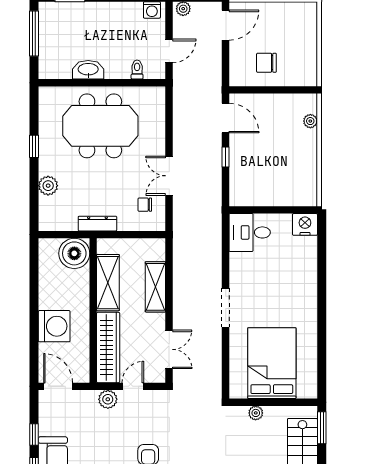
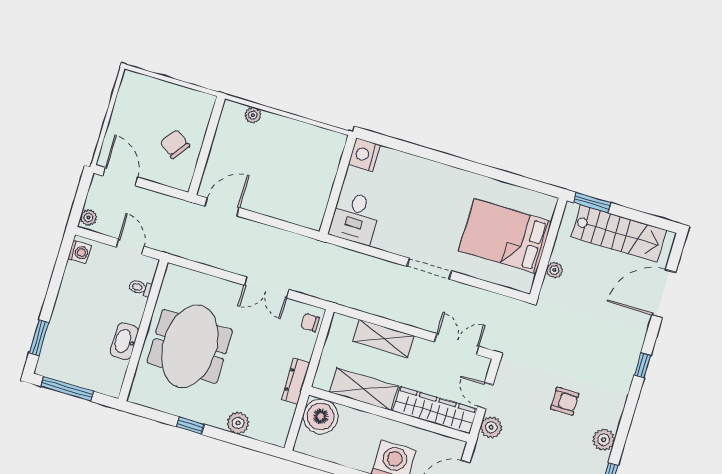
chair: (266, 63) -> (175, 144), turned 127
window: (226, 157) -> (265, 220), removed
chair: (145, 205) -> (310, 323), moved, turned 90

